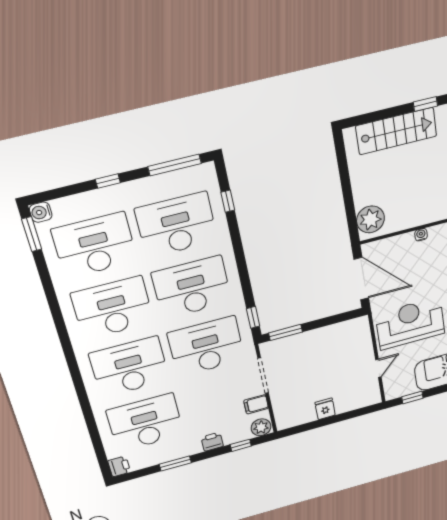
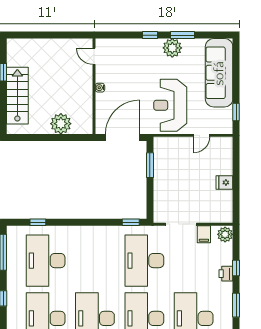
plant: (370, 219) -> (61, 124), moved
desk: (192, 287) -> (95, 261), removed
window: (286, 332) -> (150, 165), moved
door: (378, 368) -> (202, 135), swing flipped
window: (241, 445) -> (236, 268), moved

